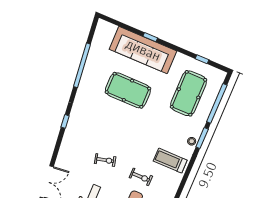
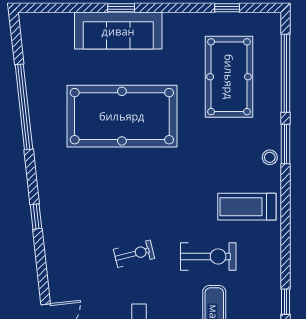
sofa: (143, 50) -> (118, 31), width x0.74, depth x0.79
pool table: (128, 90) -> (122, 116), width x1.36, depth x1.32
exercise bike: (141, 177) -> (208, 256), width x1.38, depth x1.39

